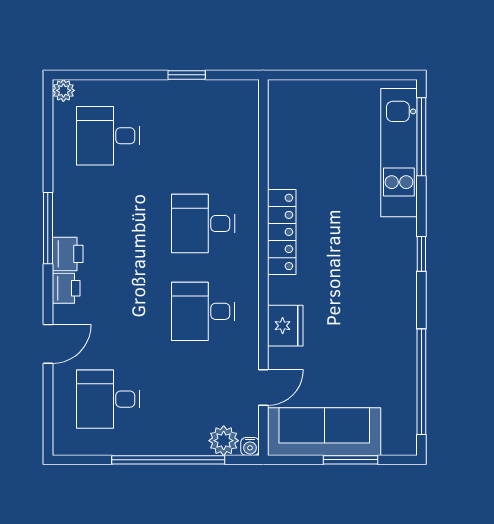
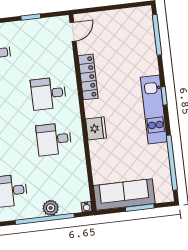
kitchen unit: (399, 153) -> (154, 110), moved
locker: (282, 232) -> (88, 77), moved
fridge: (285, 326) -> (96, 128), moved
door: (263, 387) -> (73, 32), moved
plant: (224, 441) -> (51, 208), moved

